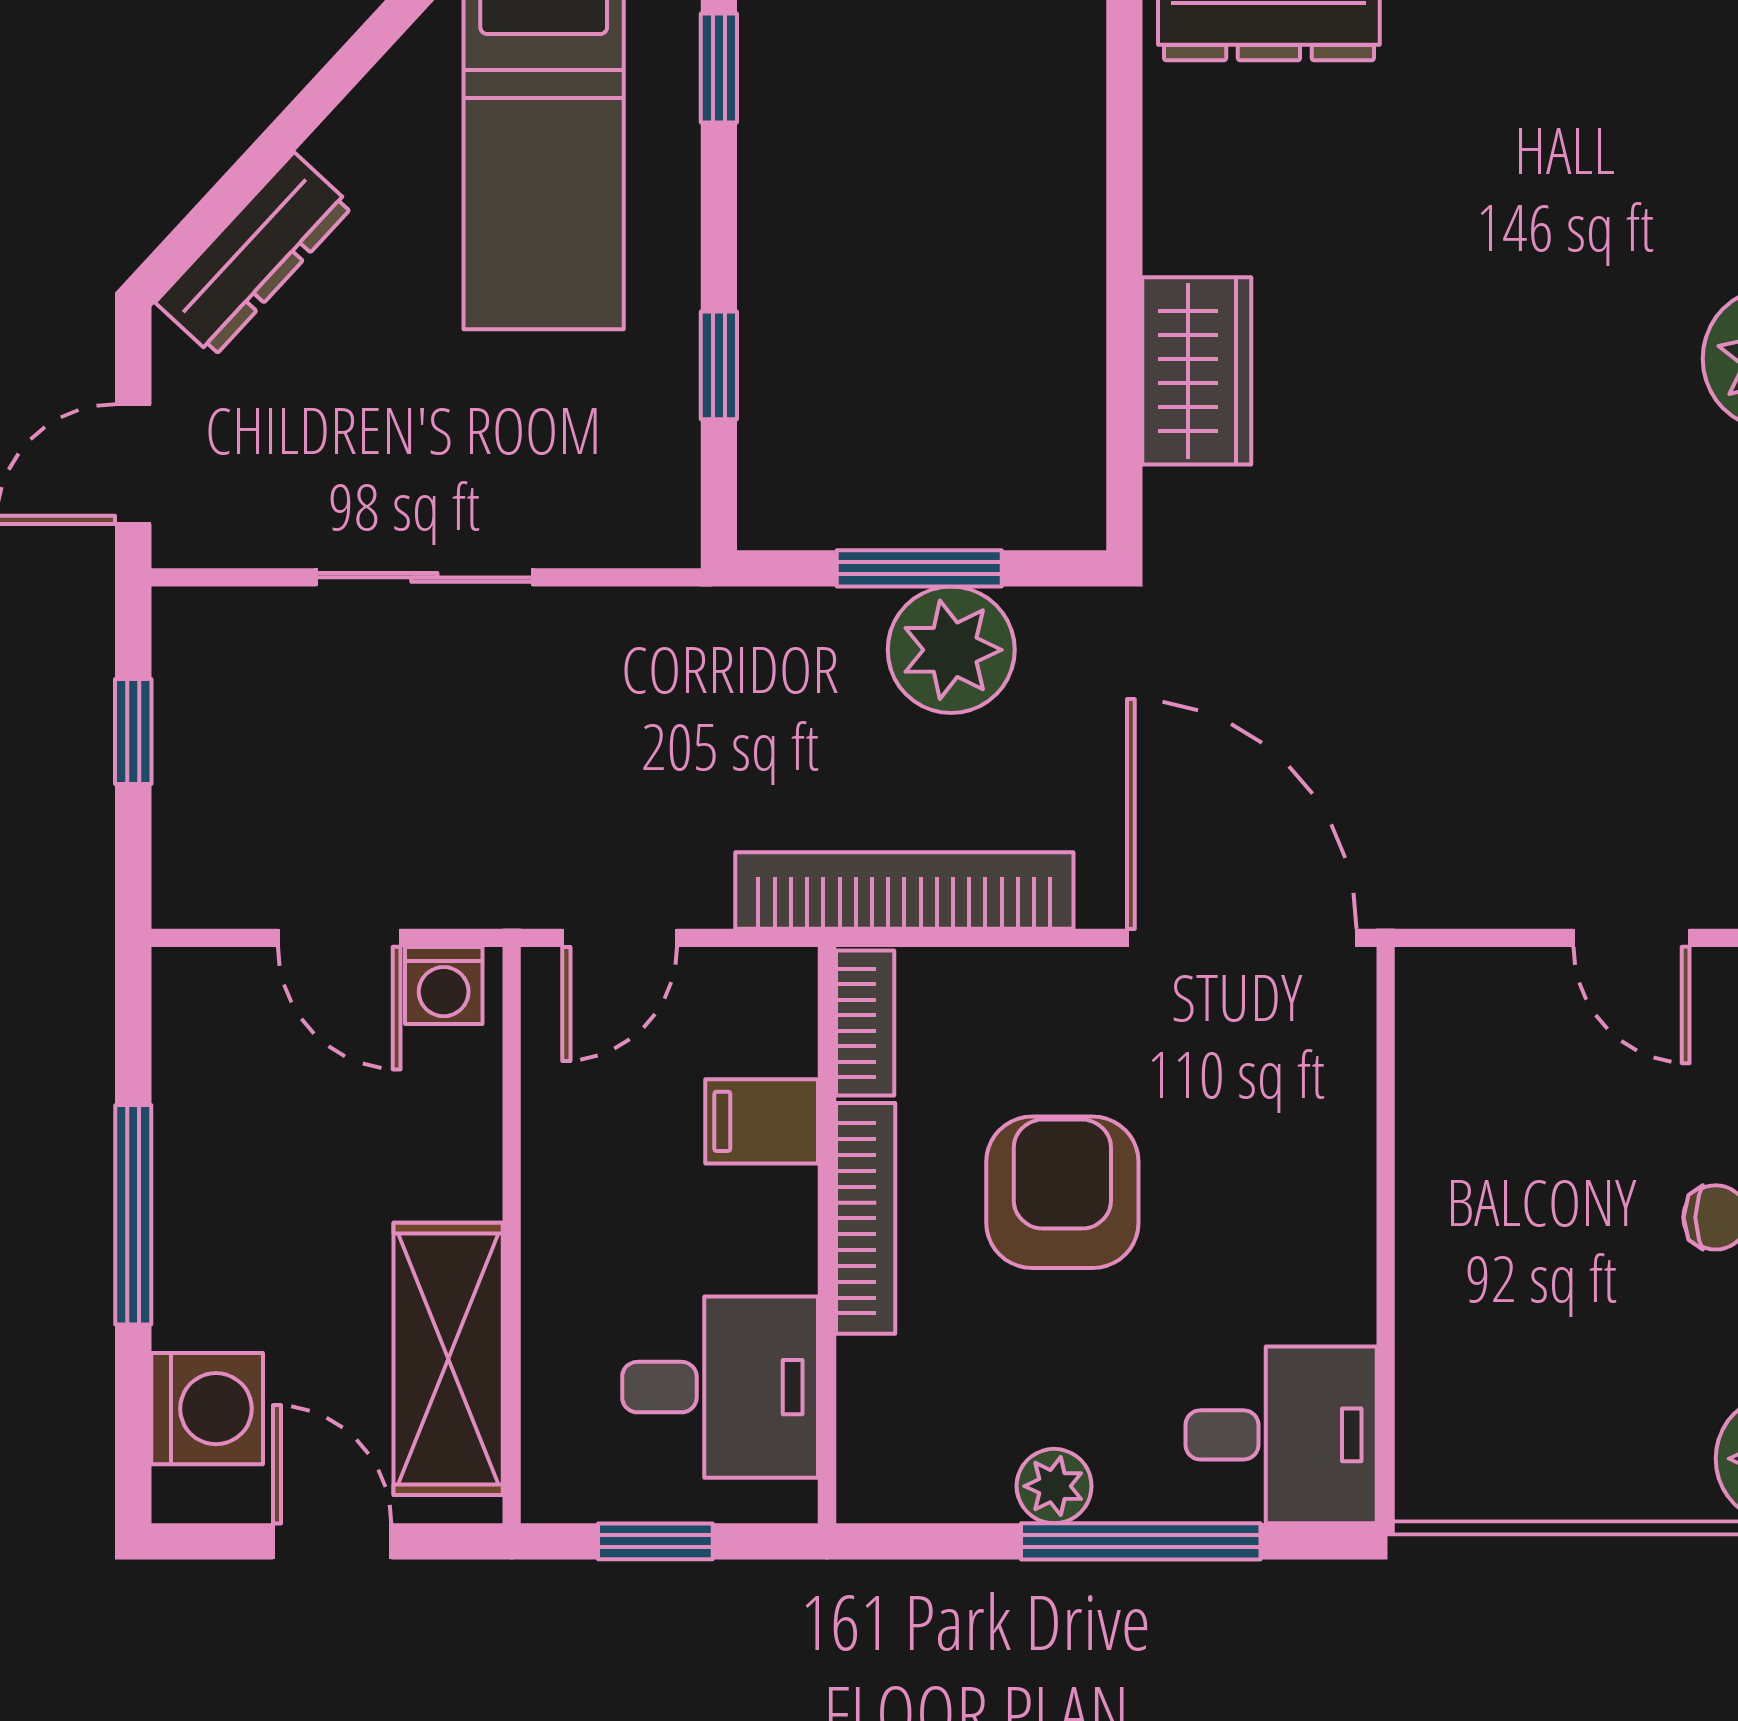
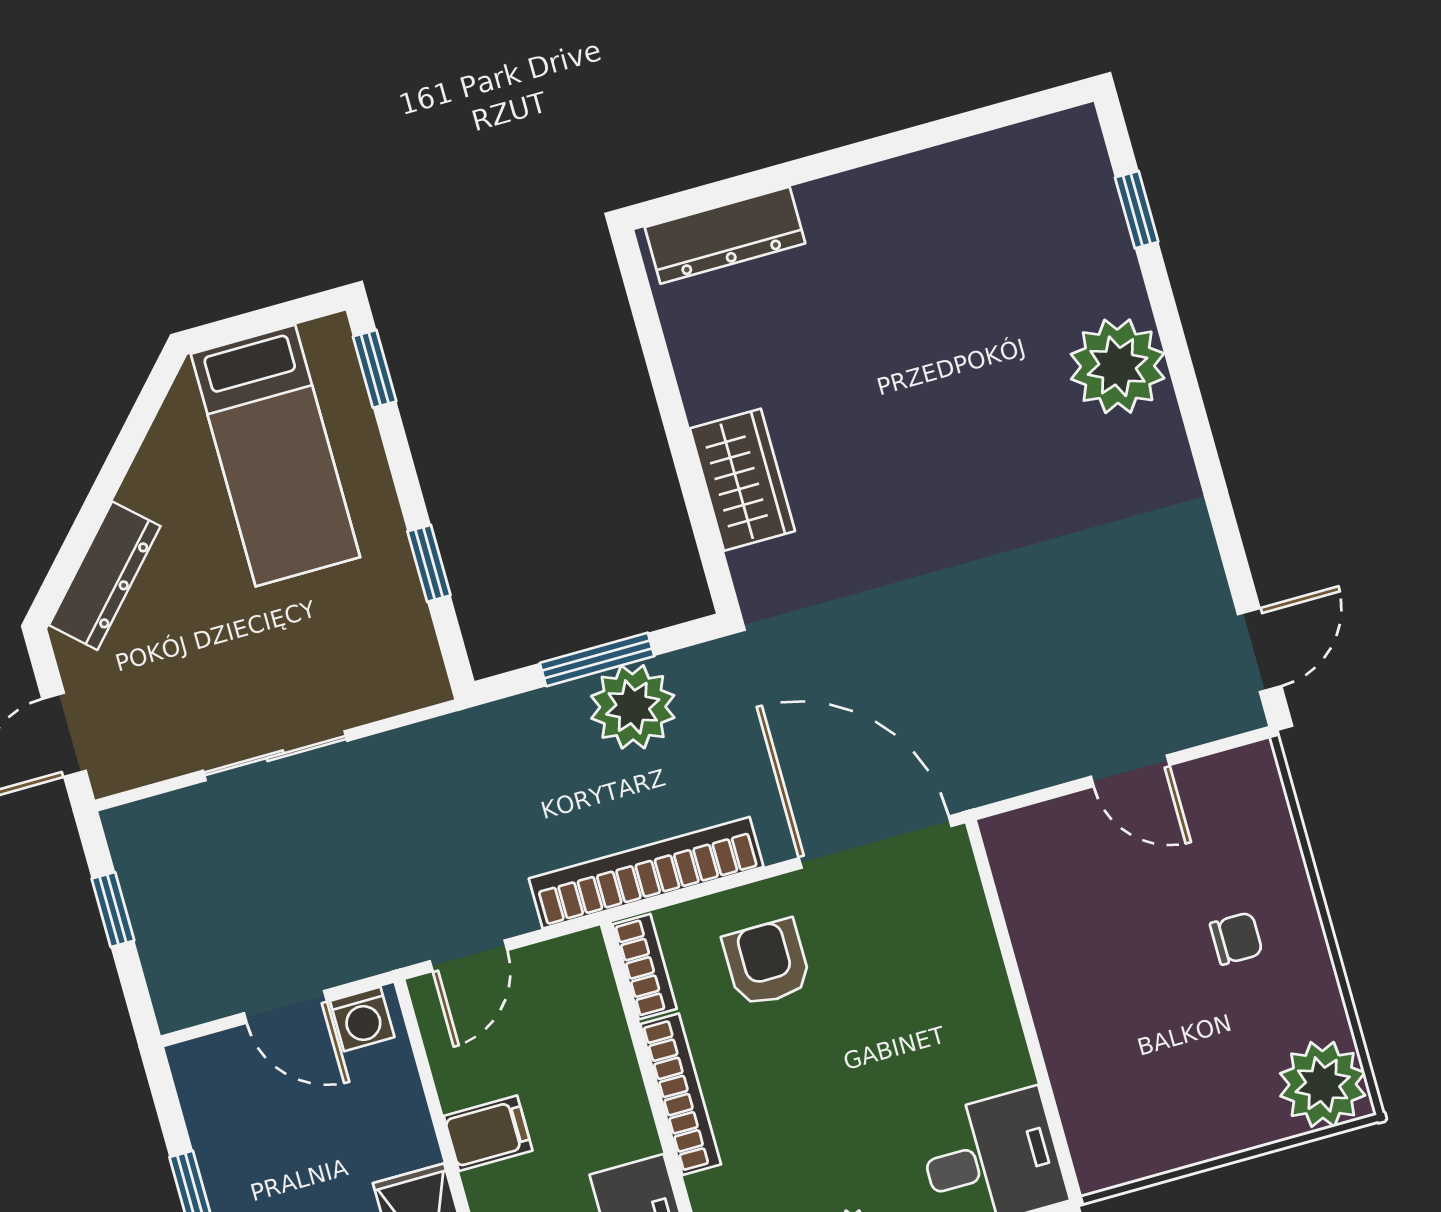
filing cabinet: (762, 1121) -> (488, 1133), moved, turned 180
armchair: (1062, 1192) -> (767, 963), moved, width x0.72, depth x0.72

